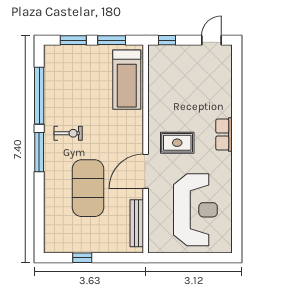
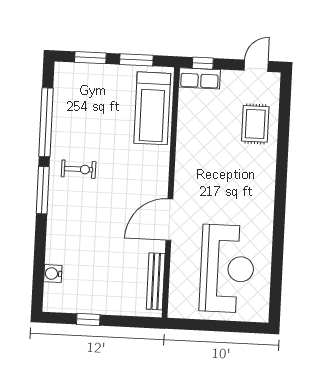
row of seats: (224, 135) -> (200, 78), moved, turned -90
rug: (177, 143) -> (255, 124), moved, turned 90
exercise mat: (88, 188) -> (99, 236), removed
water cooler: (51, 221) -> (53, 274), added

